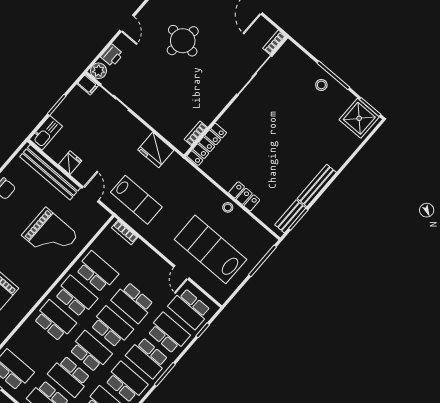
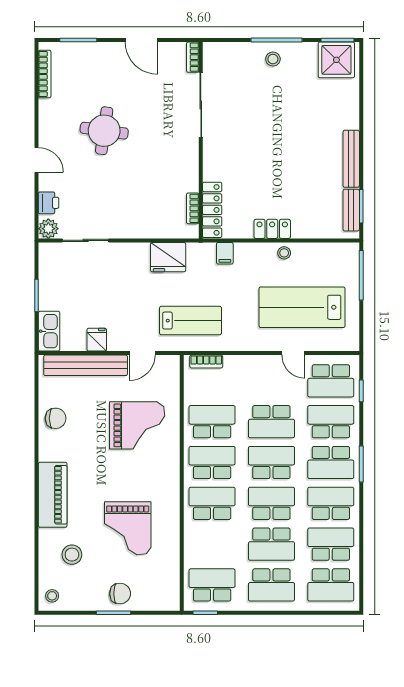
filing cabinet: (88, 85) -> (225, 253), moved, turned 90
door: (90, 194) -> (142, 353), swing flipped
locker: (244, 196) -> (272, 229), moved

